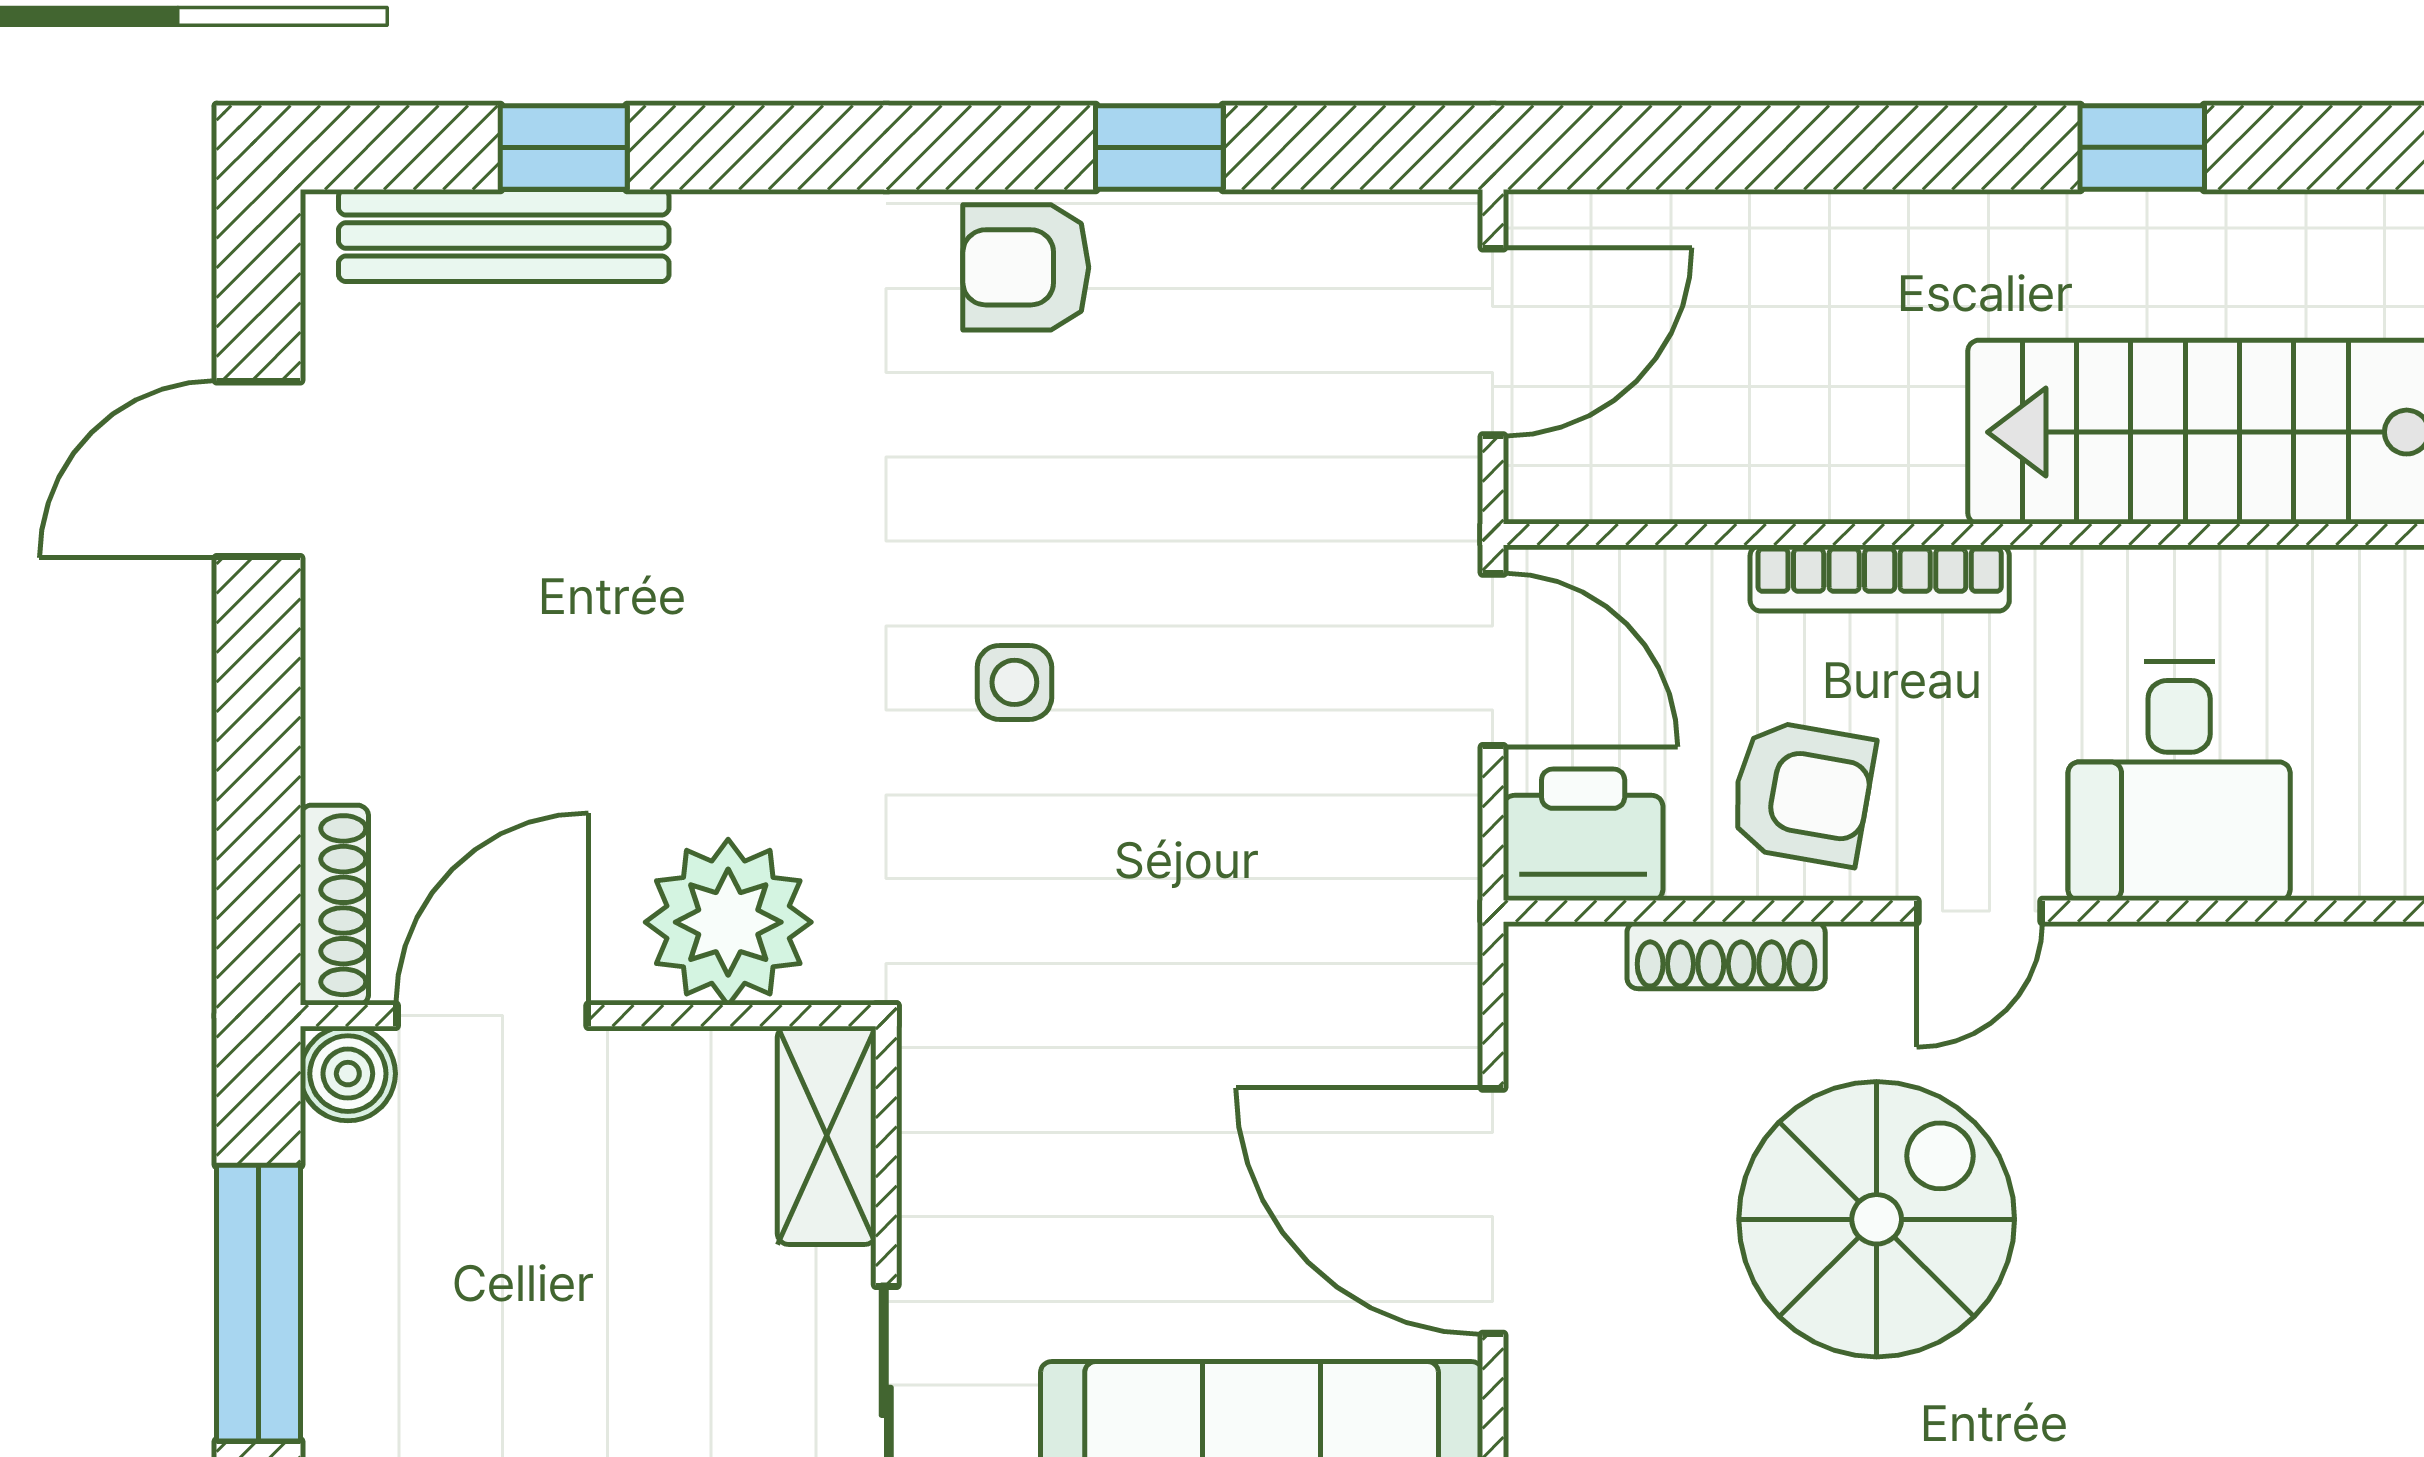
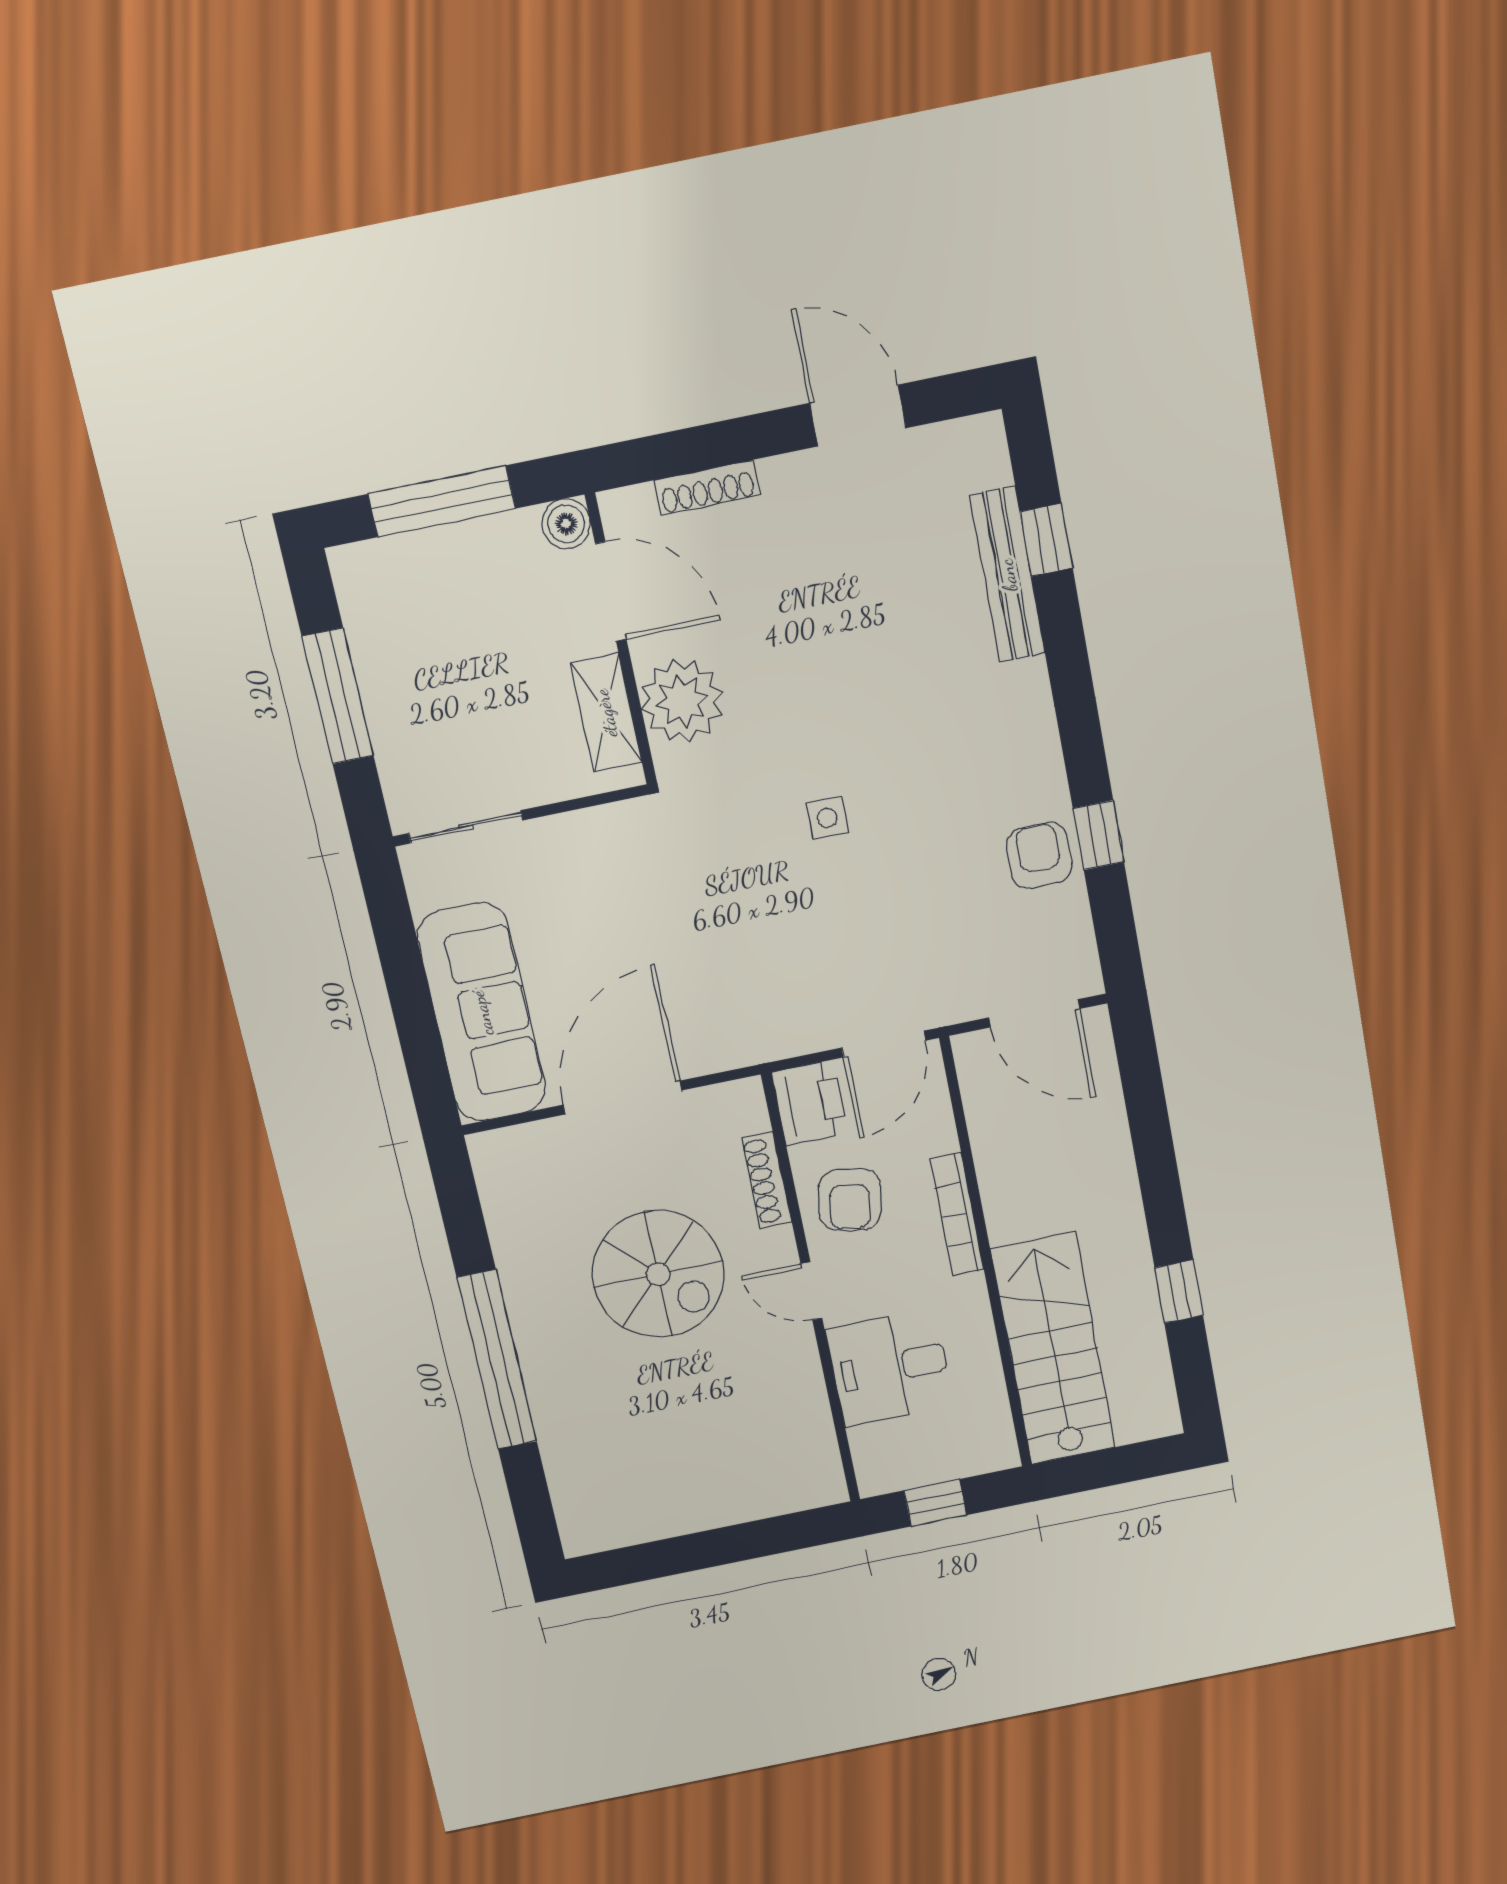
bench: (504, 235) -> (1008, 575), moved
armchair: (1026, 267) -> (1039, 855), moved
shoe rack: (334, 905) -> (707, 488), moved
shelving: (827, 1135) -> (606, 713), moved, turned 90

